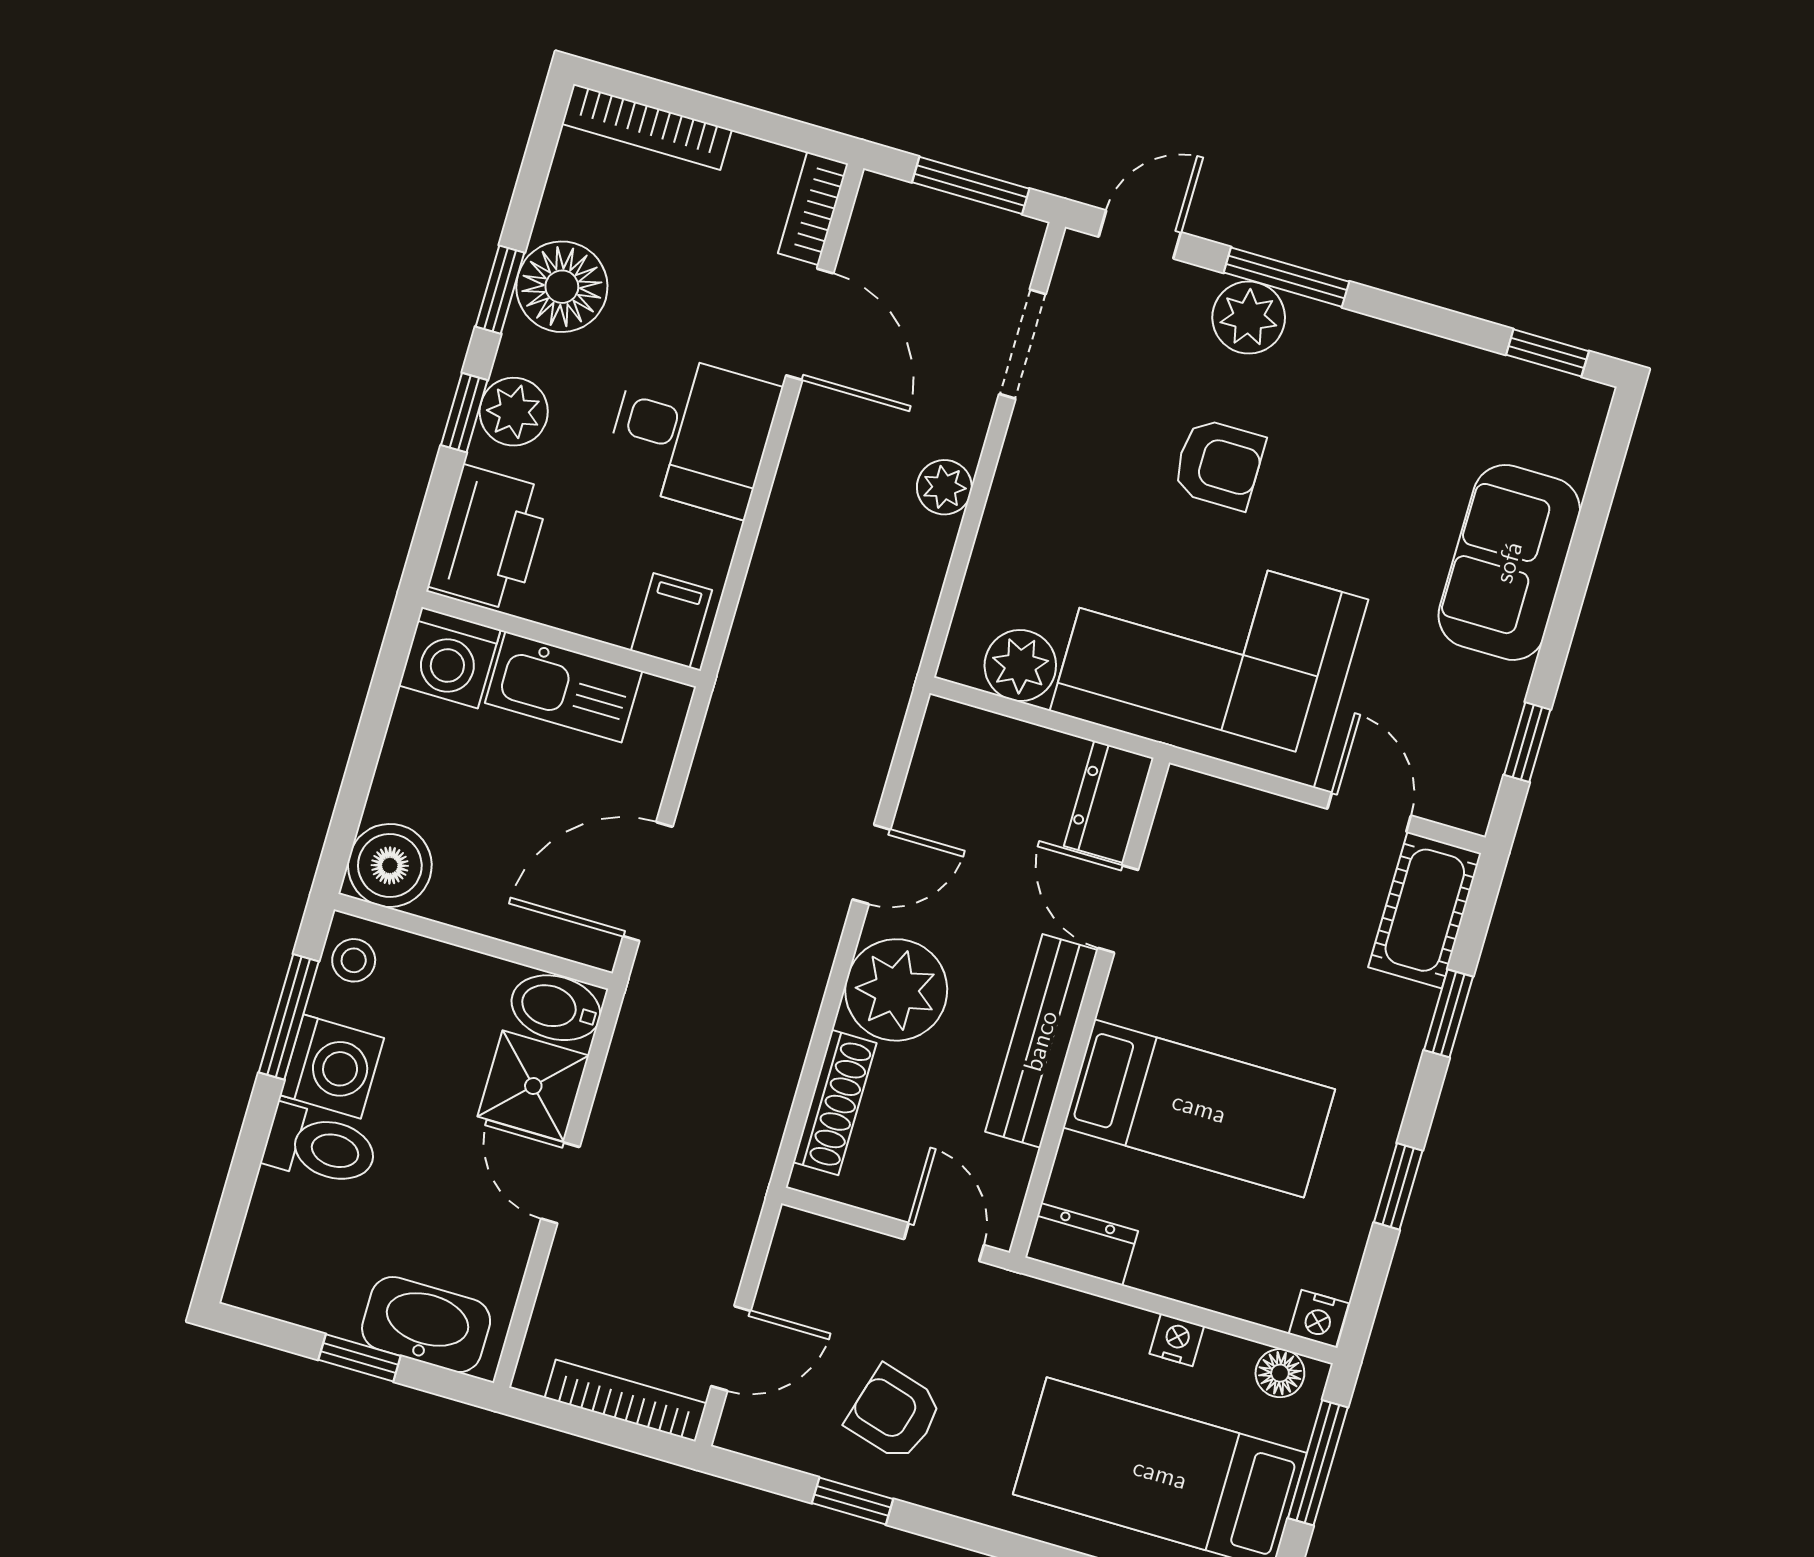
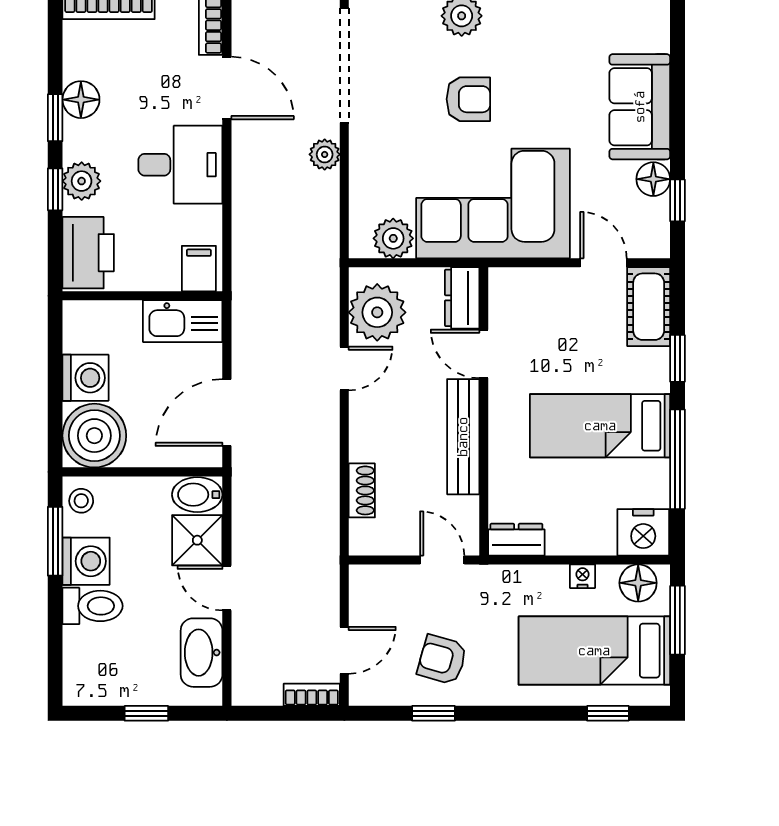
floor lamp: (562, 287) -> (81, 100), width x0.73, depth x0.73
doorway: (1023, 344) -> (344, 65), width x1.87
washing machine: (450, 658) -> (86, 378), moved, turned -90
kitchen sink: (564, 687) -> (183, 321), moved
floor lamp: (1496, 693) -> (653, 179), added
boiler: (390, 865) -> (94, 436), width x1.37, depth x1.37
plant: (896, 990) -> (377, 312), moved
shoe rack: (835, 1103) -> (362, 490), width x0.70
bed: (1199, 1108) -> (600, 426), moved, turned 180
window: (1398, 1186) -> (677, 459), width x2.17
nightstand: (1319, 1319) -> (643, 532), width x1.89, depth x1.79
washbasin: (426, 1325) -> (202, 653), moved, turned -90
floor lamp: (1280, 1373) -> (638, 583), width x1.37, depth x1.37
bookcase: (626, 1401) -> (312, 695), width x0.64

